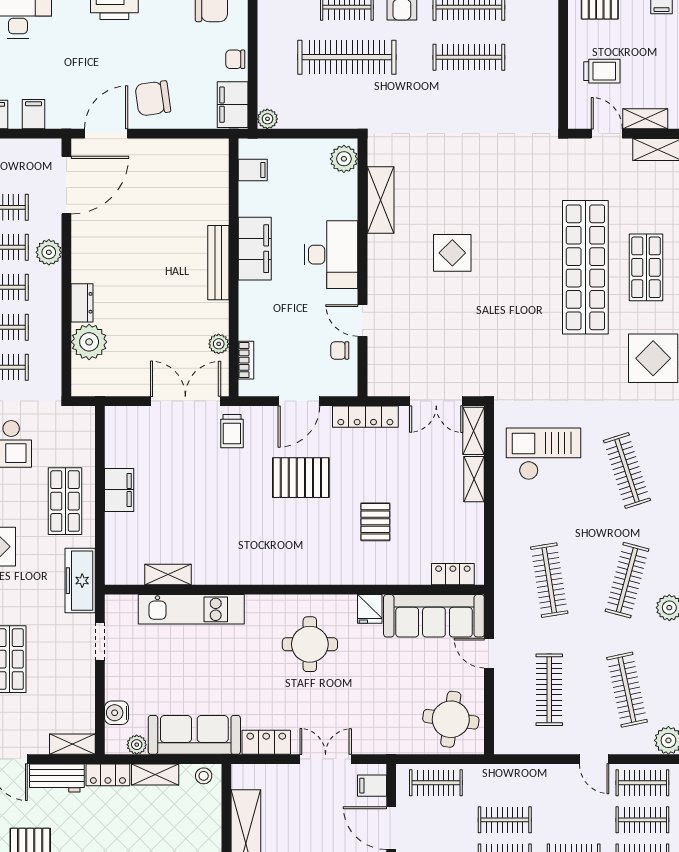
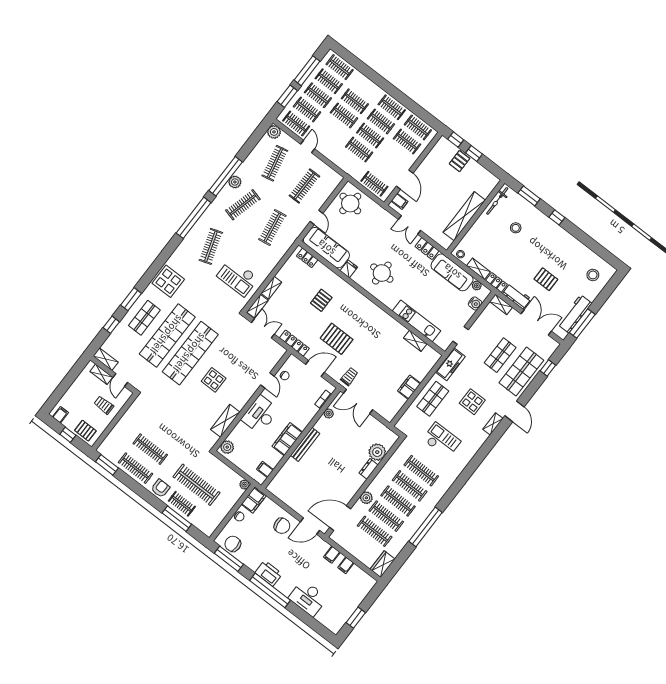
shop shelf: (525, 267) -> (190, 353), added

